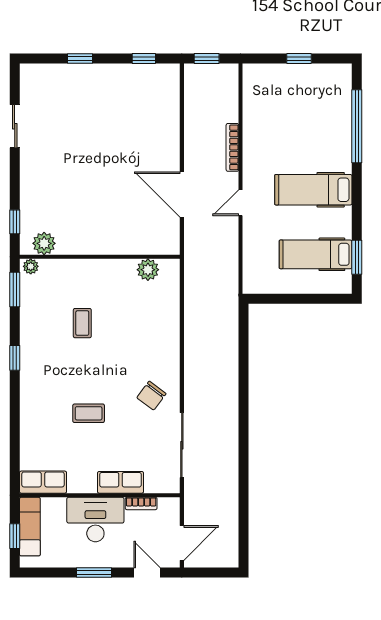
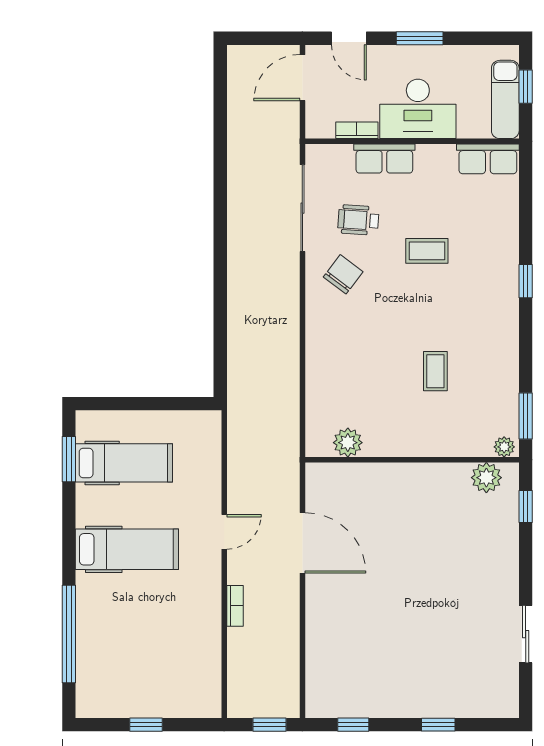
bookcase: (232, 147) -> (235, 606), width x0.64
window: (15, 358) -> (526, 281), moved
wheelchair: (140, 436) -> (358, 220), added

